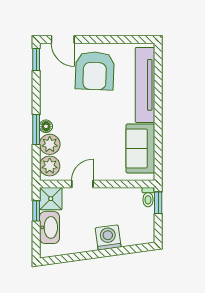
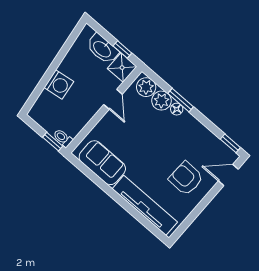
armchair: (95, 71) -> (186, 178), width x0.73, depth x0.73

